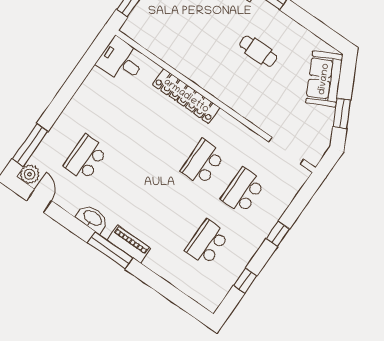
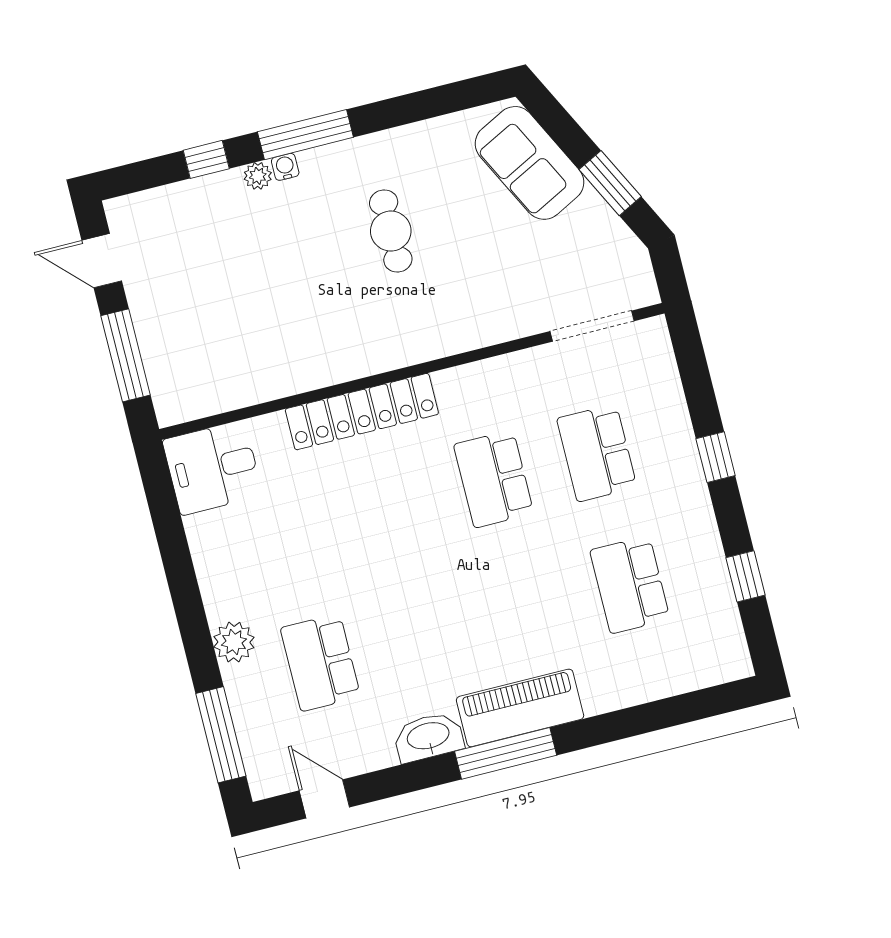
cafe table: (258, 51) -> (391, 231), turned 90
plant: (30, 174) -> (234, 642), moved
piano: (129, 244) -> (520, 708), width x1.37, depth x1.33

